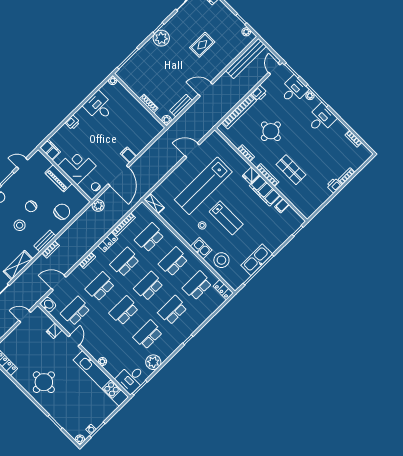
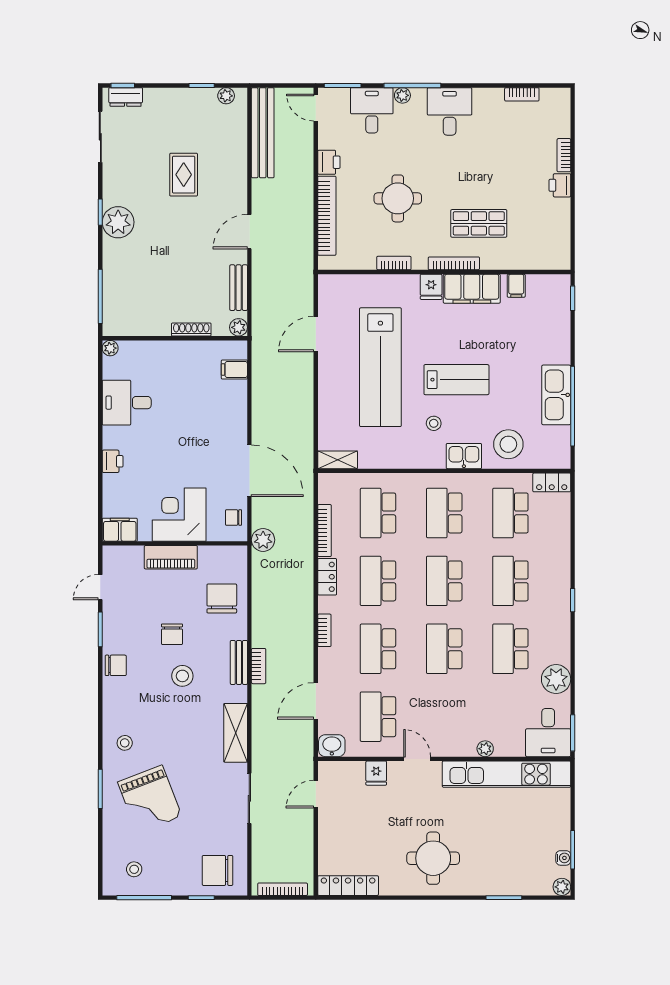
filing cabinet: (128, 155) -> (234, 370), moved

